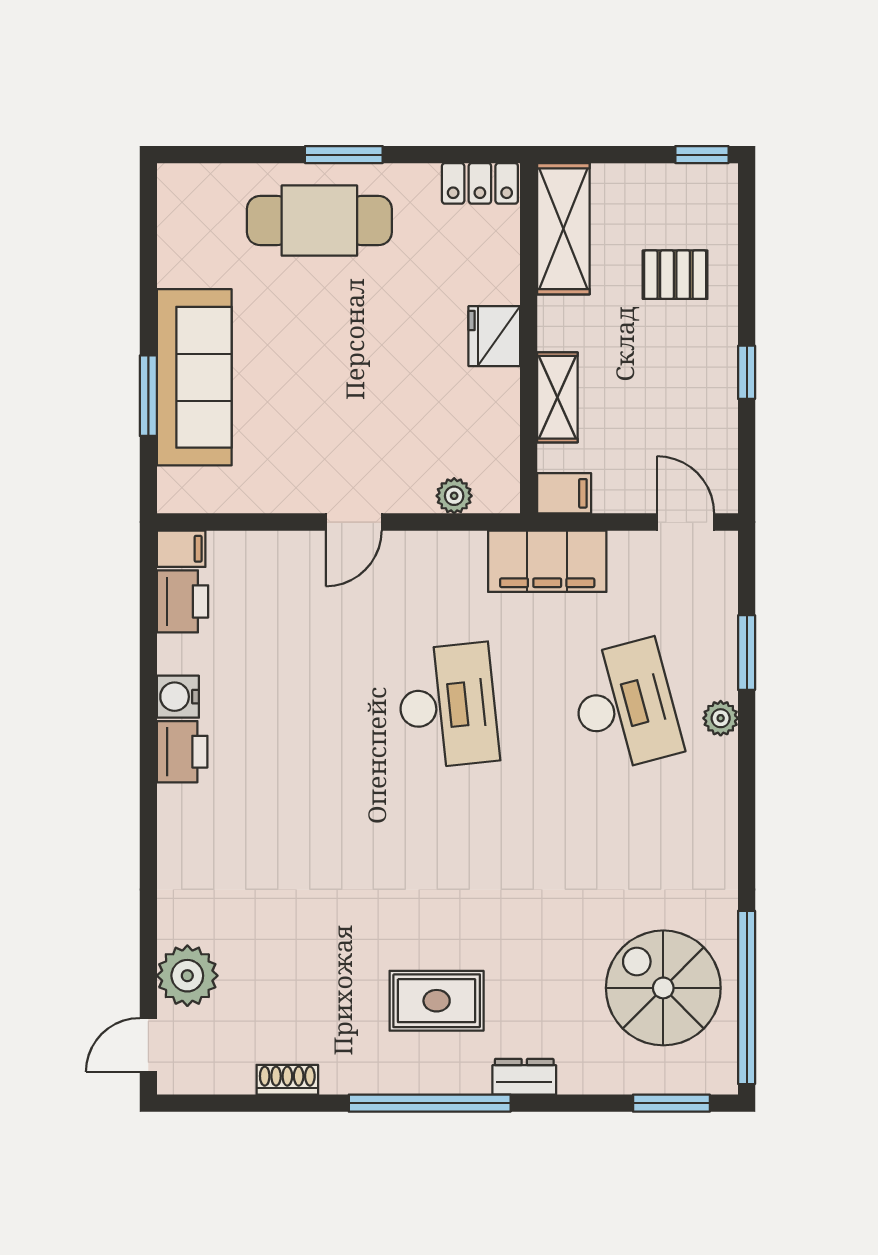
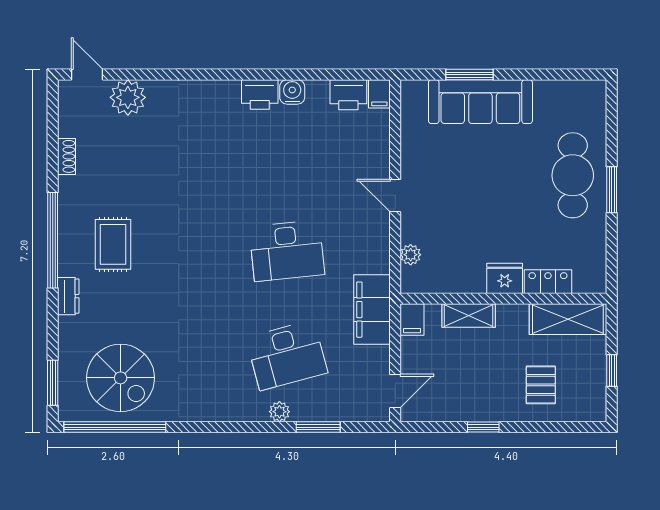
window: (702, 155) -> (612, 371), moved
locker: (480, 183) -> (548, 282), moved, turned 90
spiral stairs: (663, 988) -> (121, 378), turned 90

